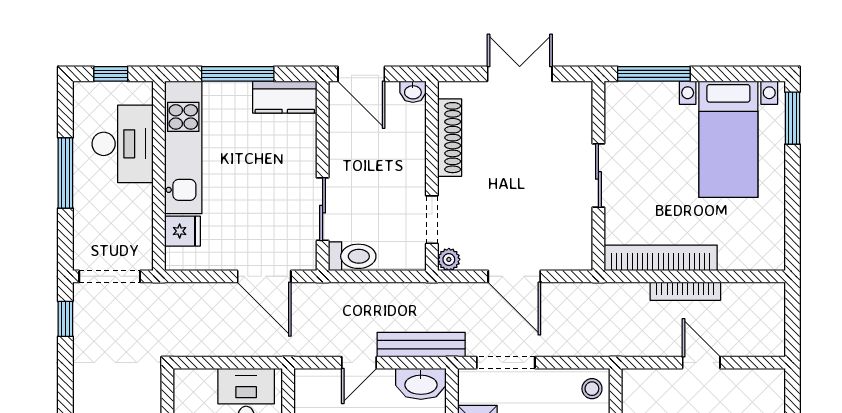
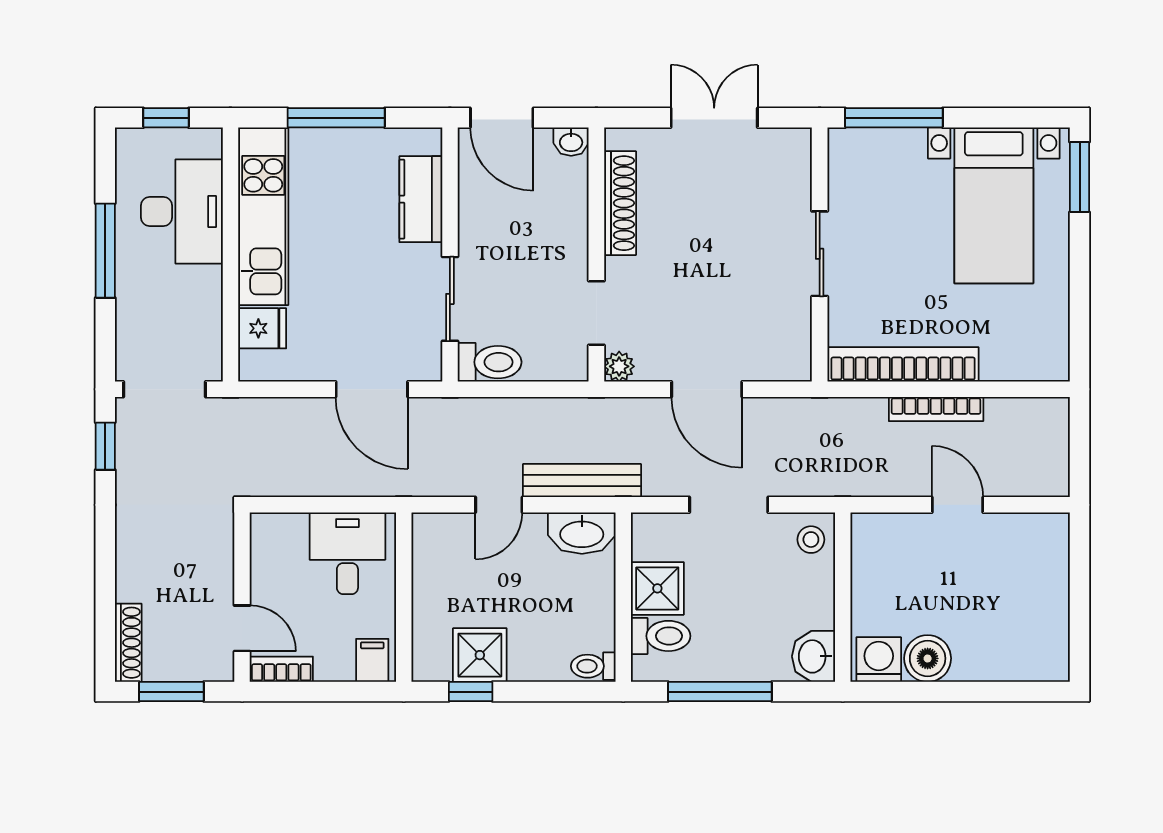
kitchen counter: (285, 97) -> (421, 199), moved, turned 90
doorway: (506, 363) -> (729, 505), moved

